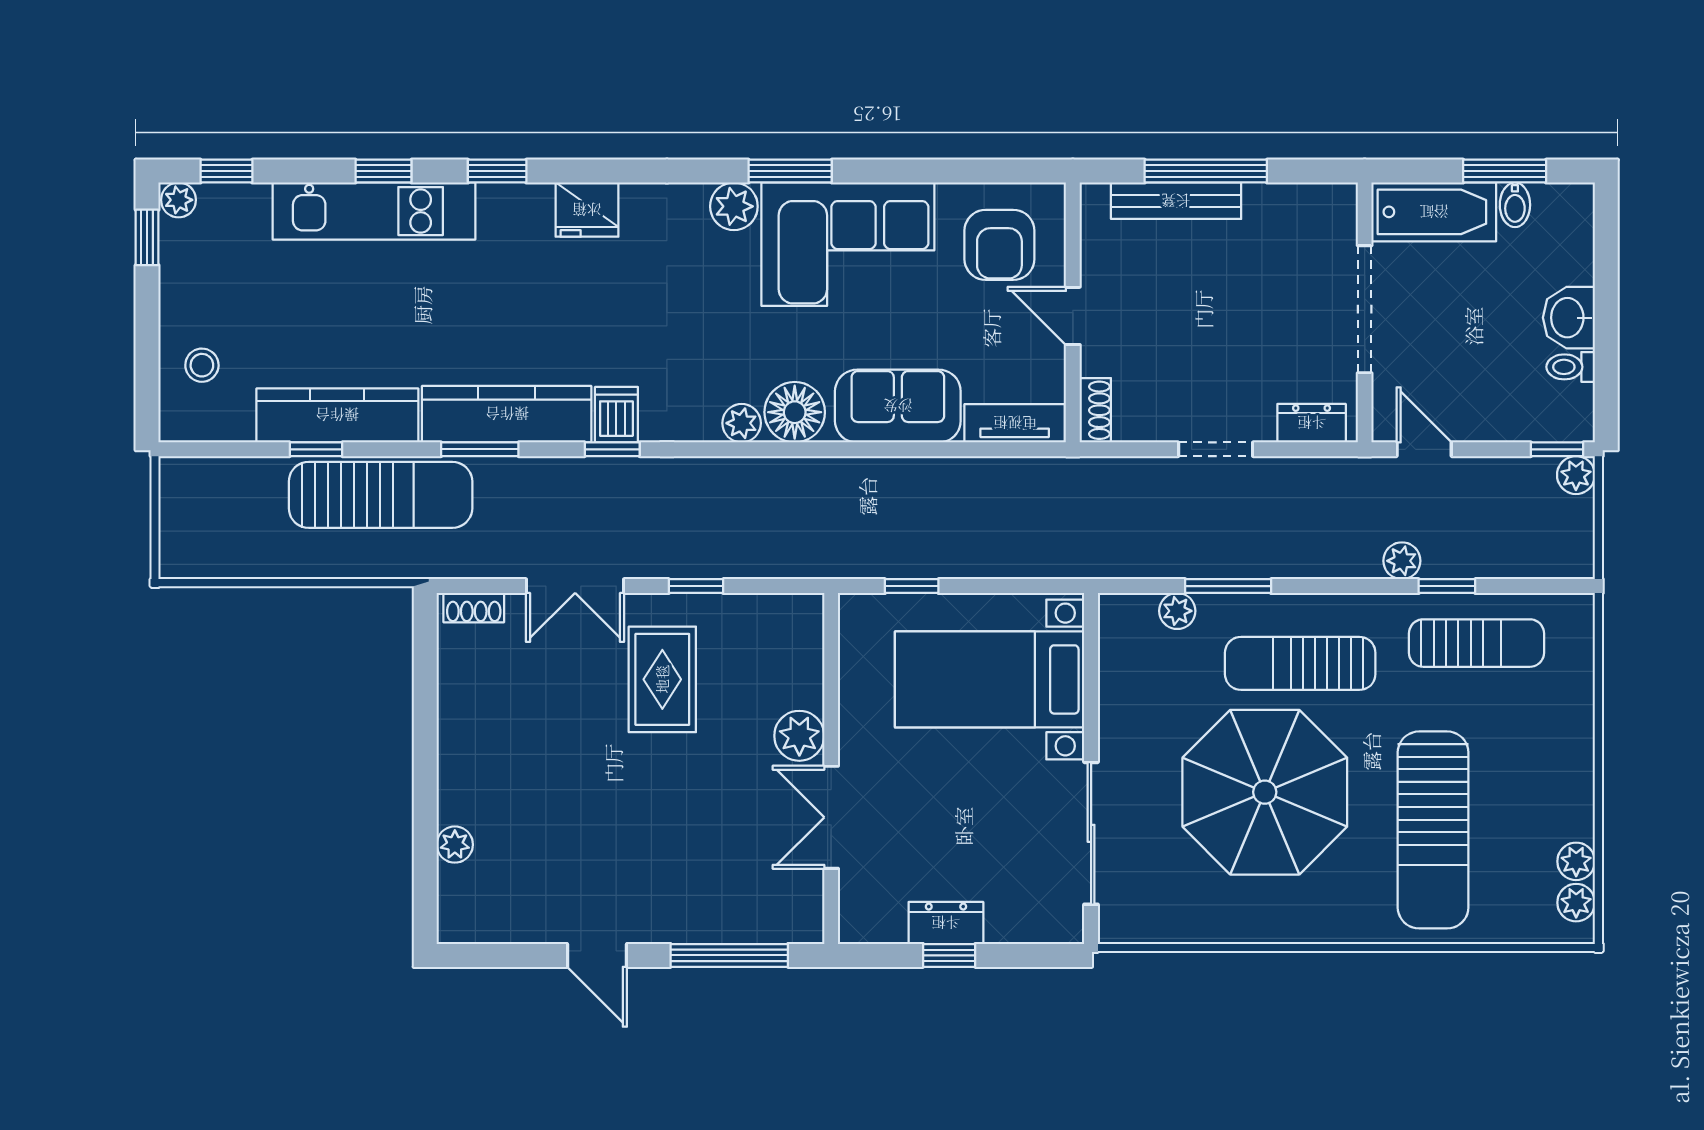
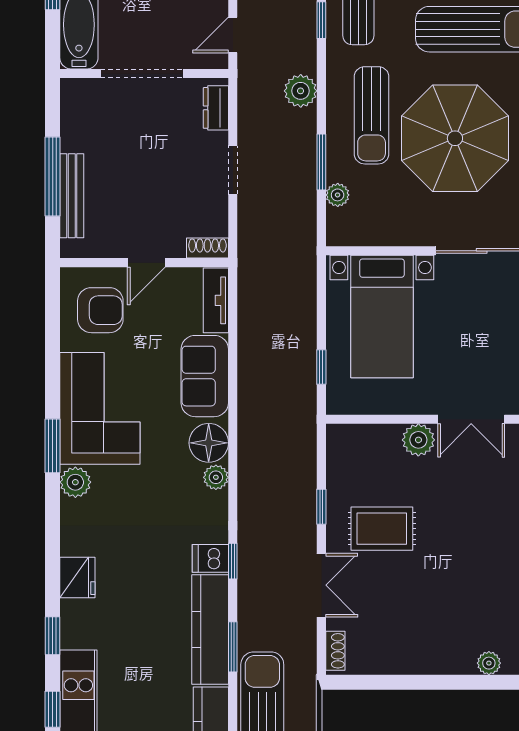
plant: (1402, 561) -> (301, 91), moved, width x1.38, depth x1.38

